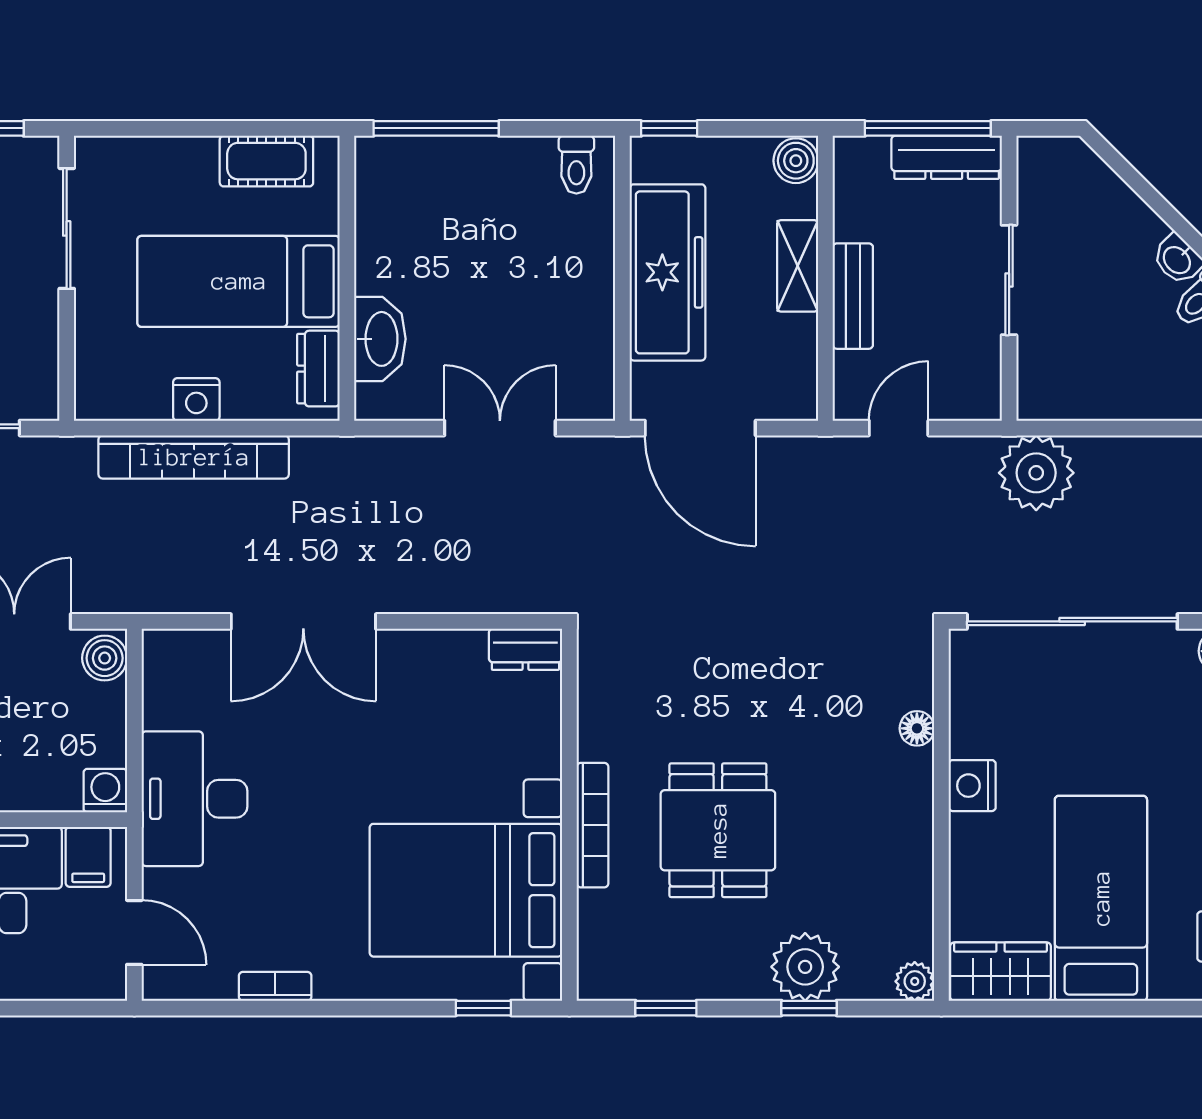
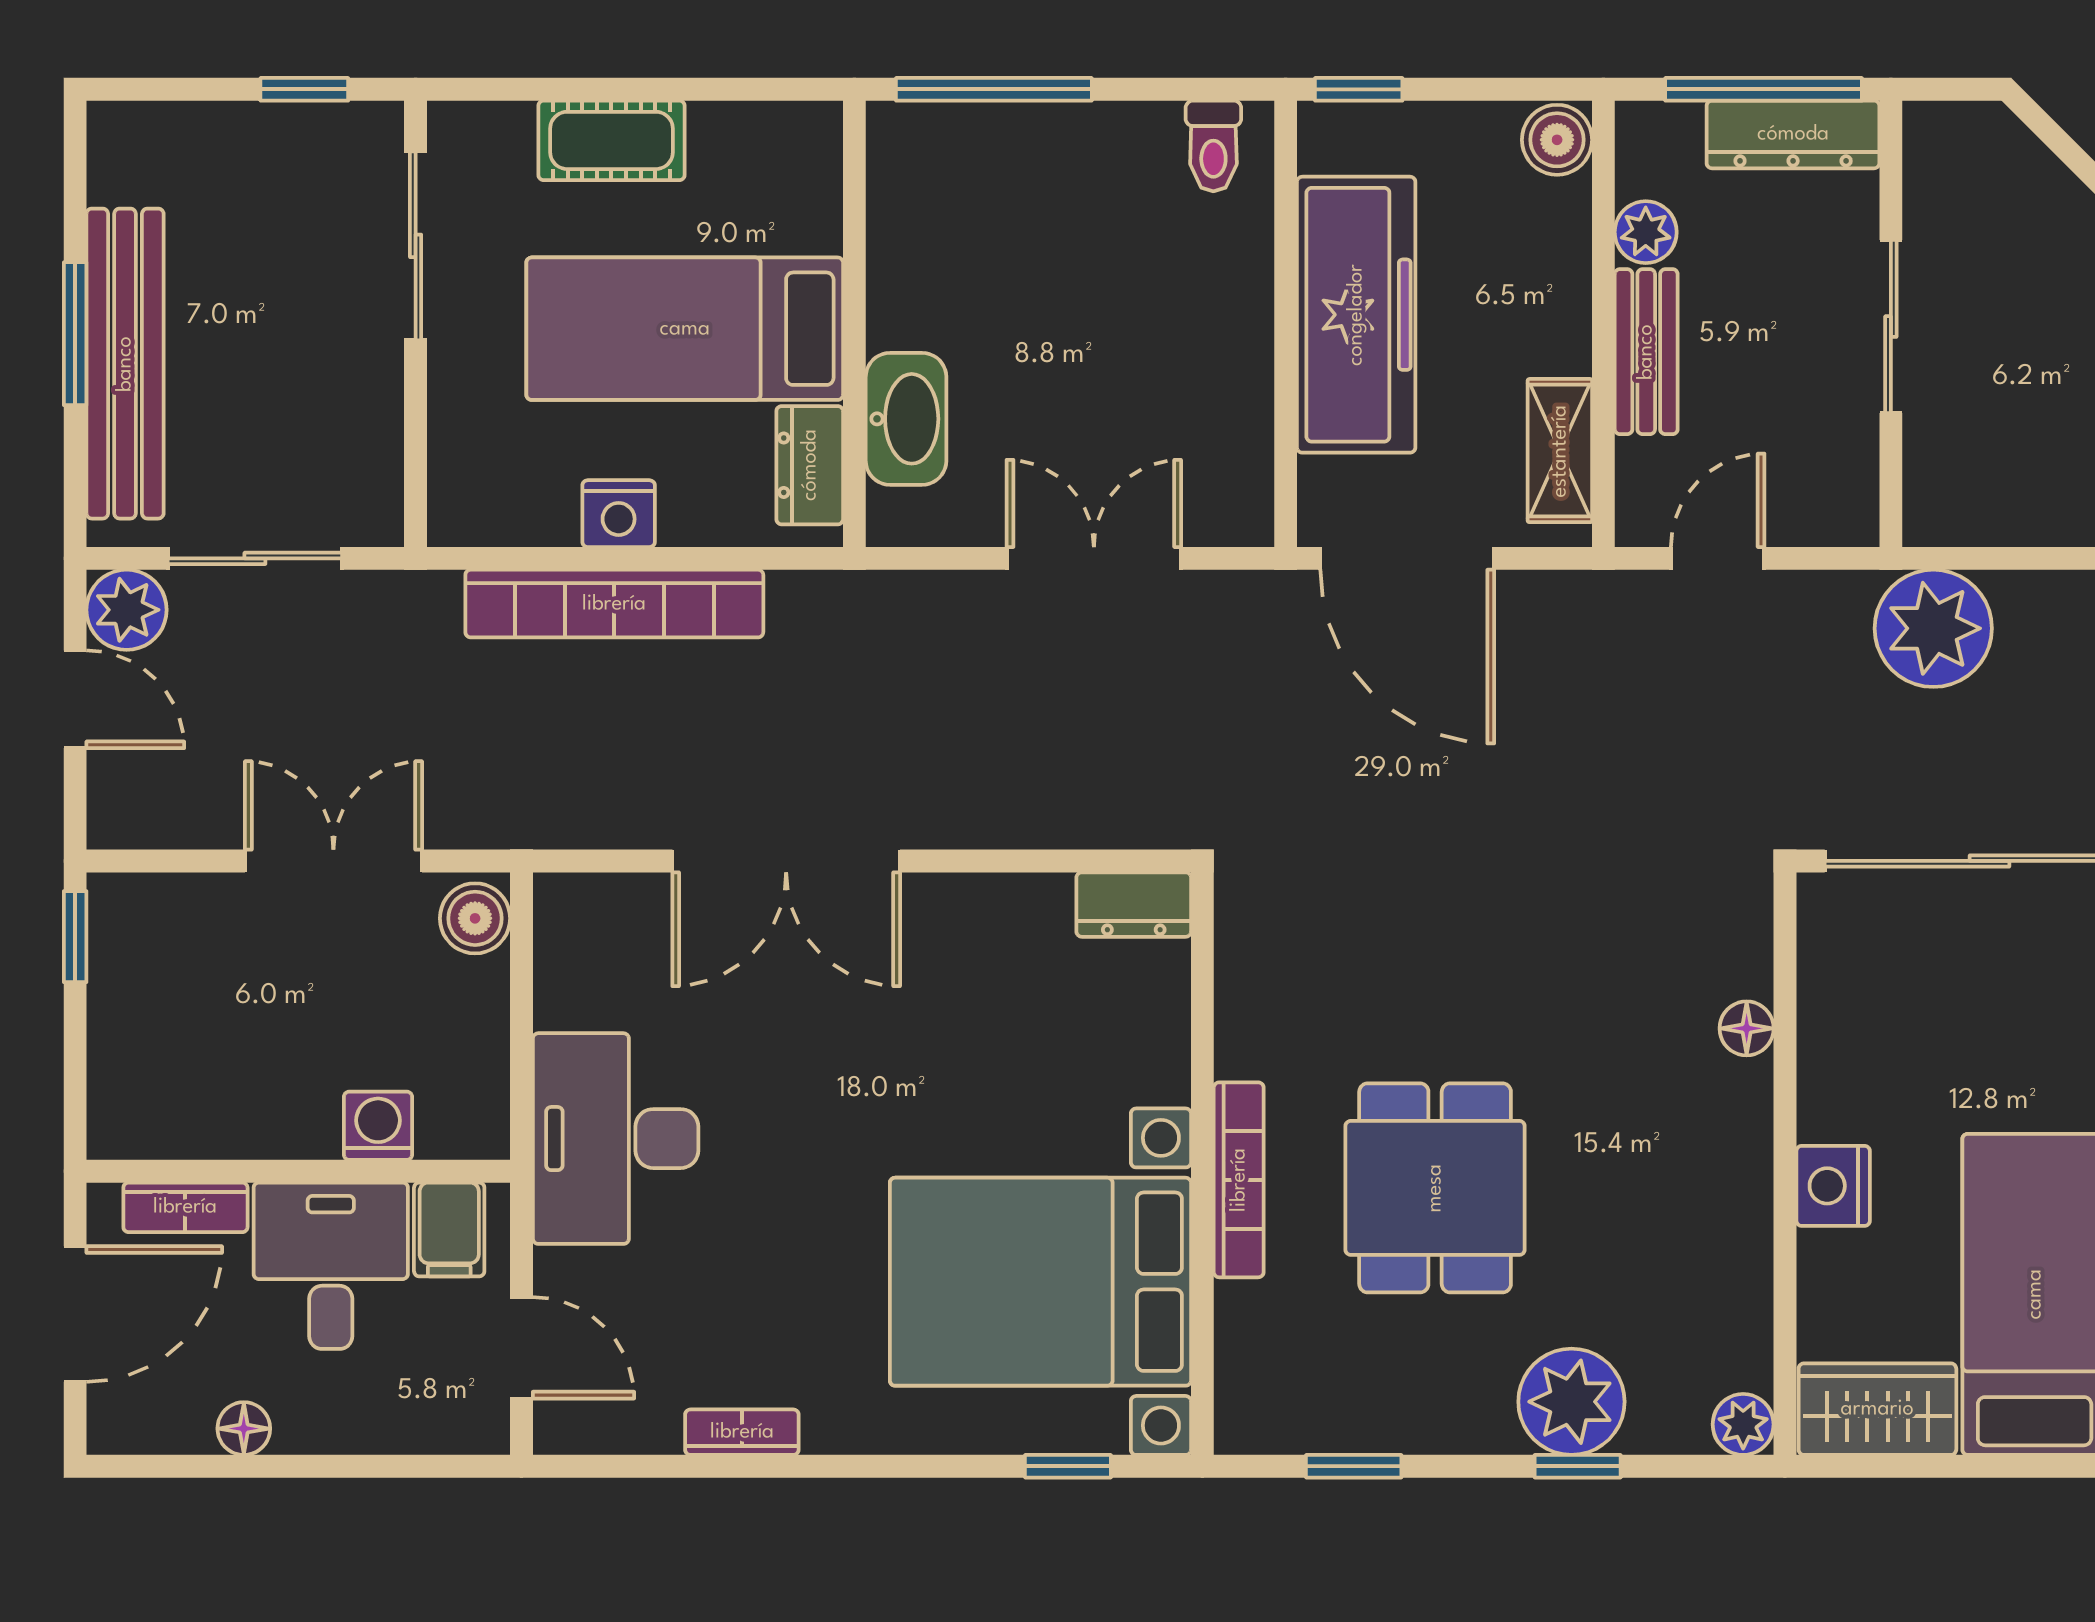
cot: (266, 161) -> (611, 140), moved
plant: (853, 220) -> (1646, 232), added
shelving: (798, 266) -> (1560, 451), moved
nightstand: (972, 786) -> (1833, 1186), moved
washing machine: (105, 791) -> (378, 1126), moved

